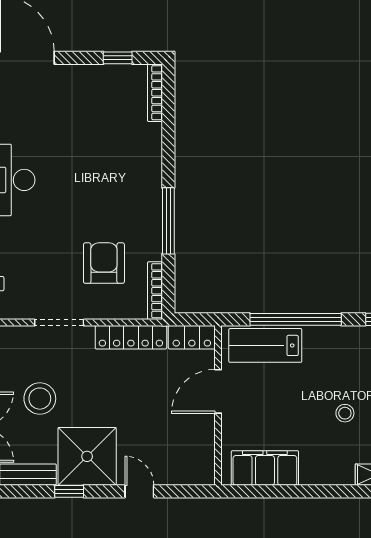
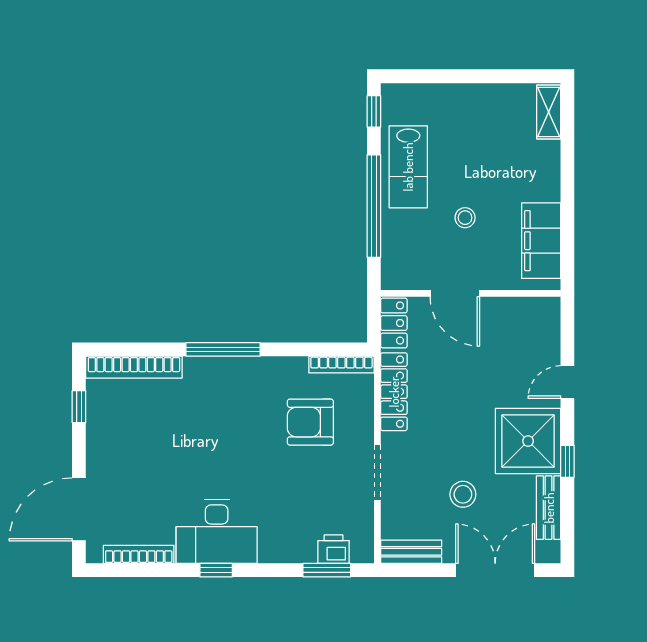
bookcase: (155, 93) -> (134, 367), width x1.48, depth x1.31
window: (168, 221) -> (223, 349), moved
lab bench: (265, 345) -> (408, 167), moved
stool: (40, 399) -> (463, 494), width x0.73, depth x0.73
stool: (345, 413) -> (465, 218), moved

